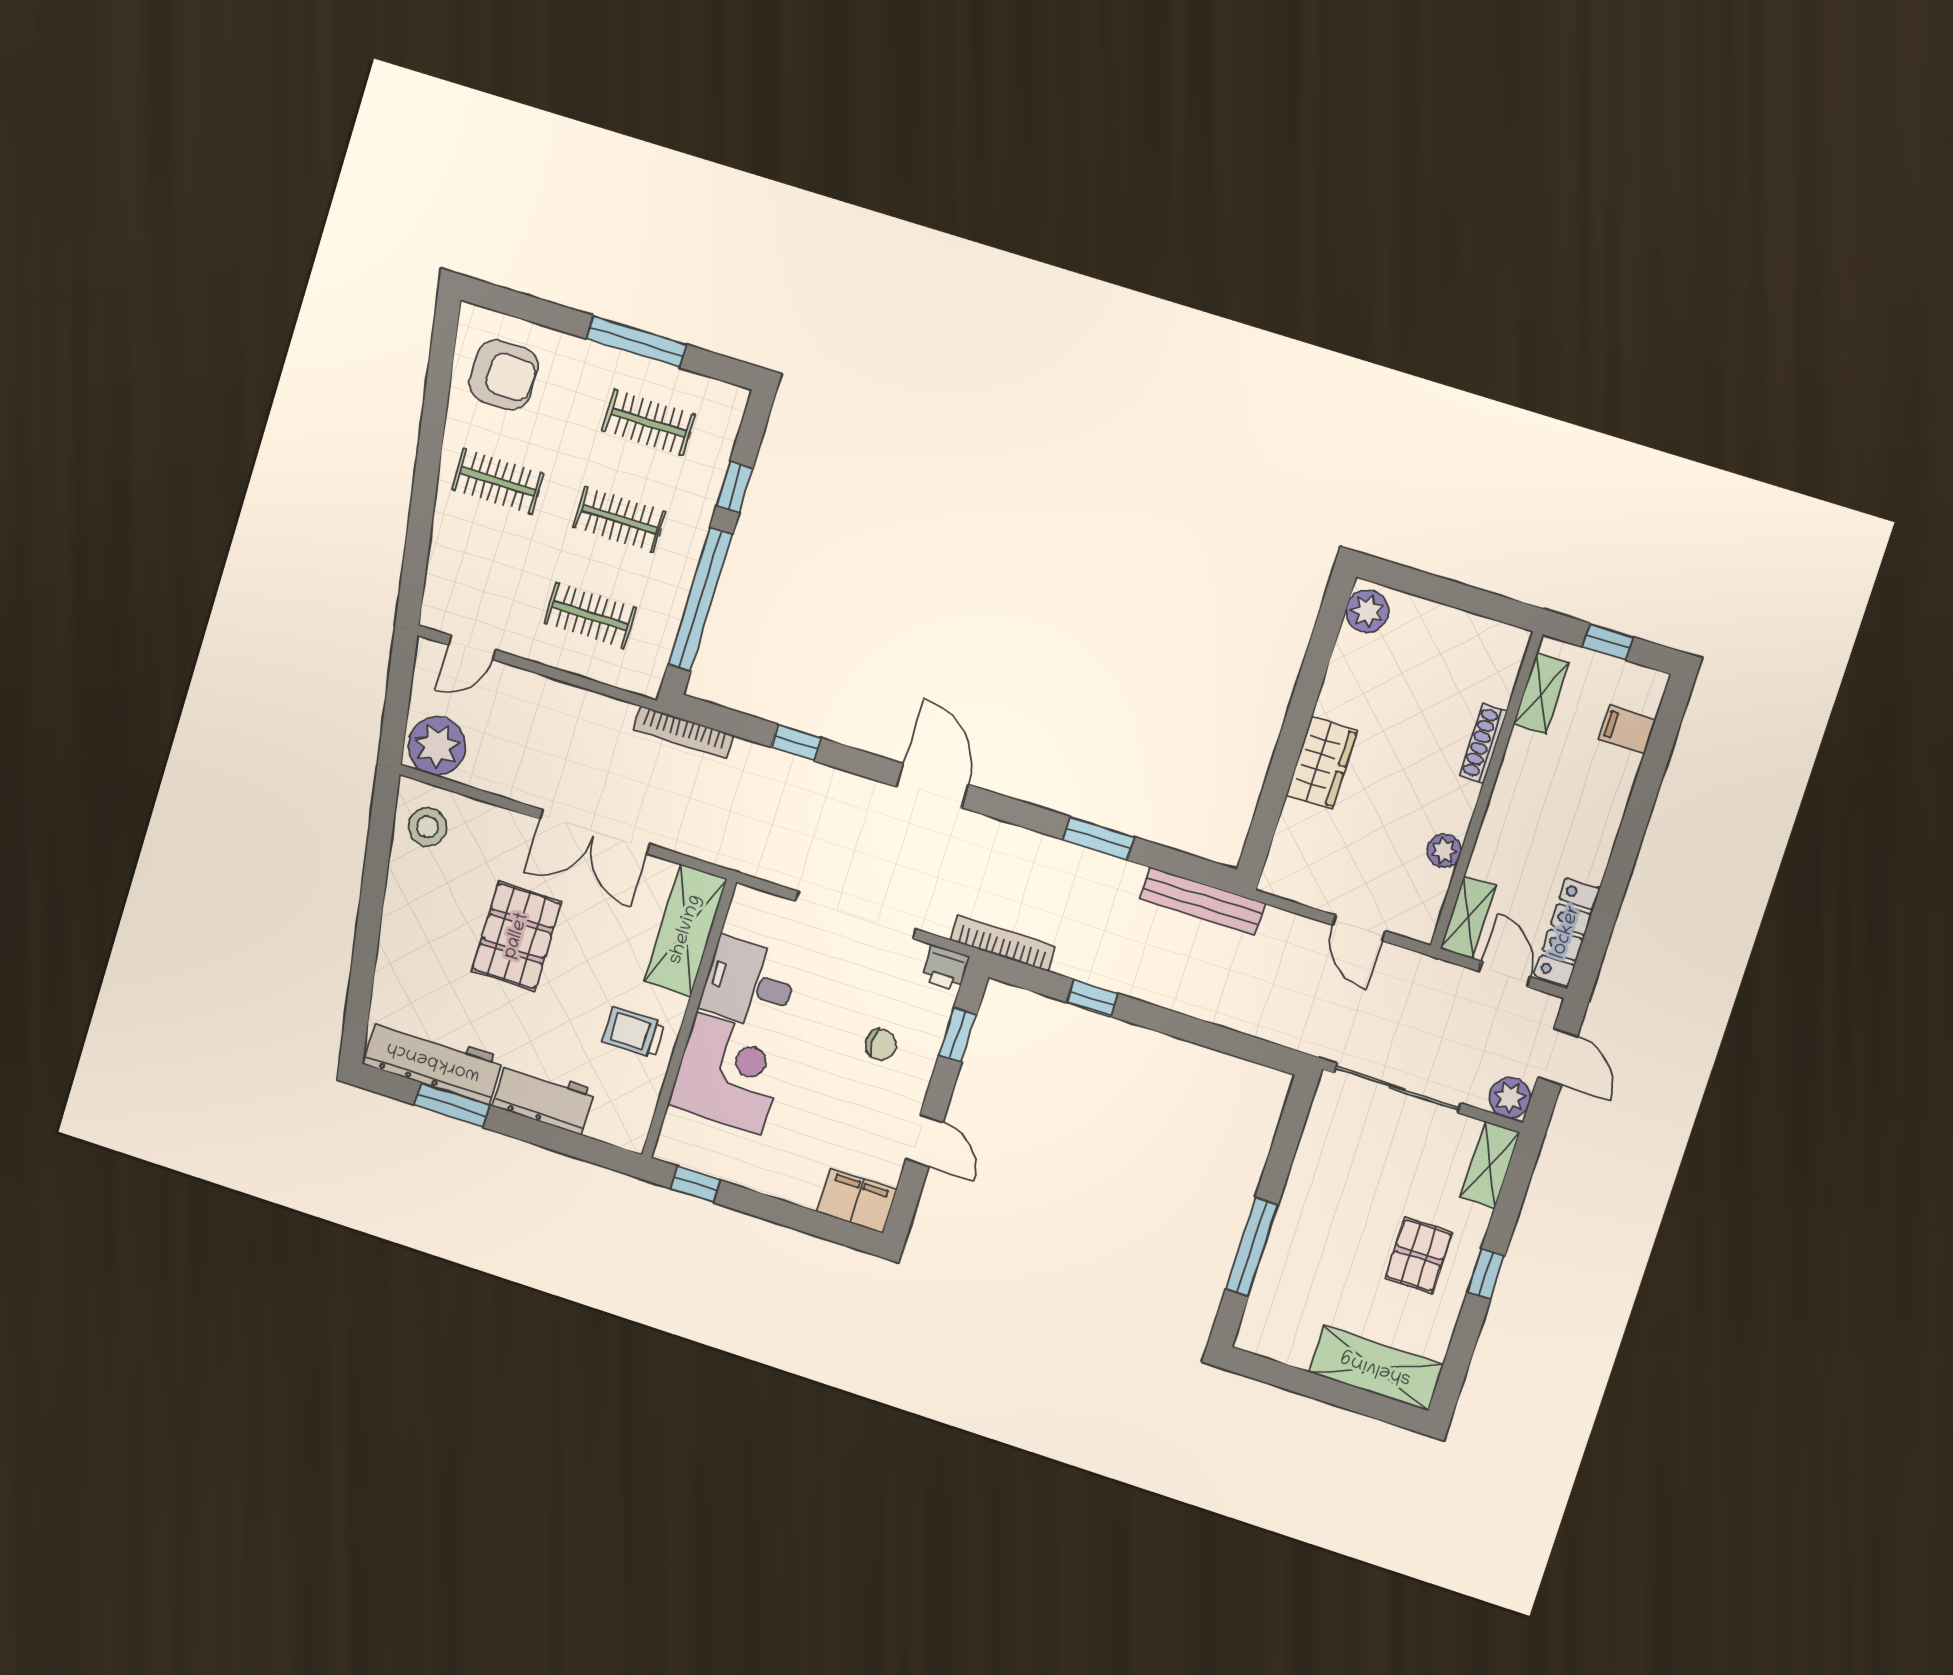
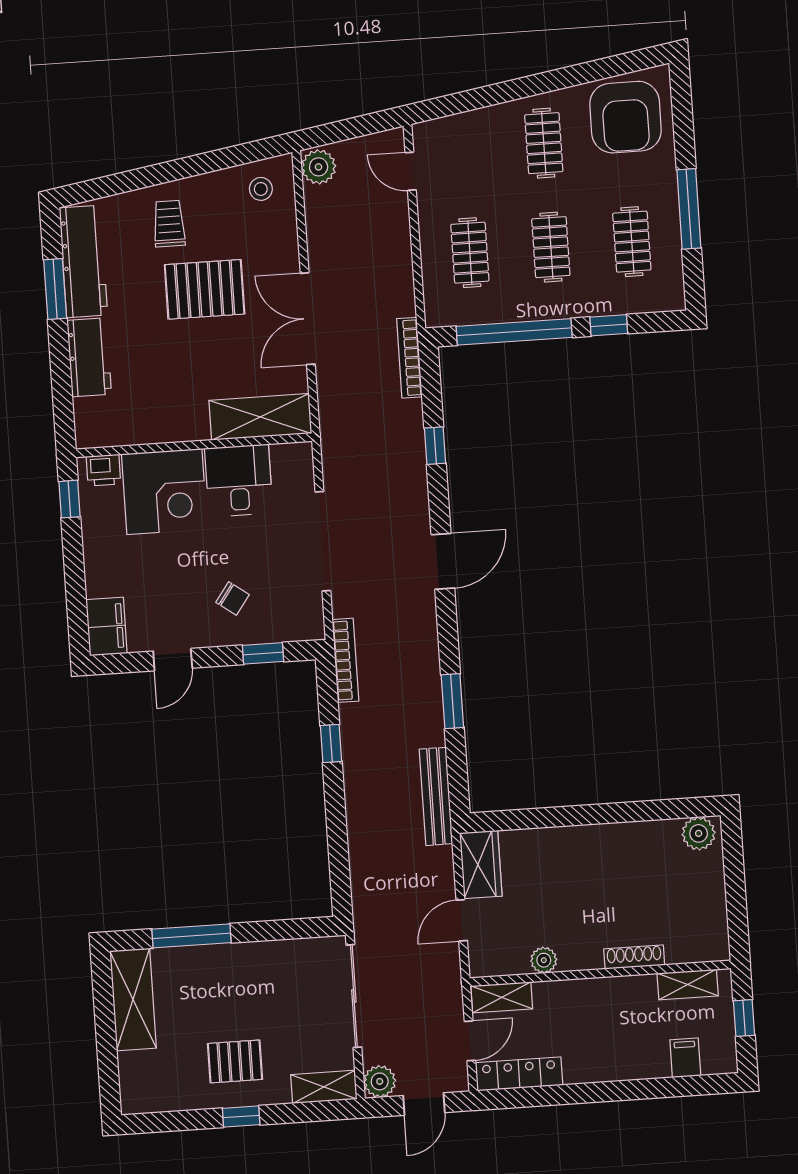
armchair: (504, 375) -> (625, 117), width x1.36, depth x1.36
plant: (437, 746) -> (319, 167), width x0.73, depth x0.73
wardrobe: (1322, 763) -> (481, 864), moved, turned -90
stool: (428, 827) -> (261, 189), width x0.73, depth x0.73
printer: (945, 968) -> (103, 470), moved, turned -90
trolley: (633, 1032) -> (169, 224), moved
chair: (881, 1045) -> (232, 598), turned -54
shelving: (1376, 1368) -> (133, 999), moved

